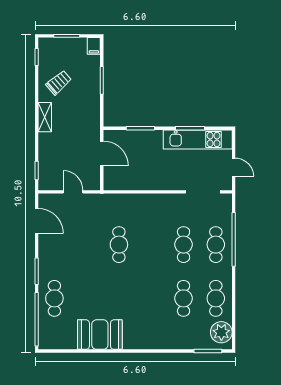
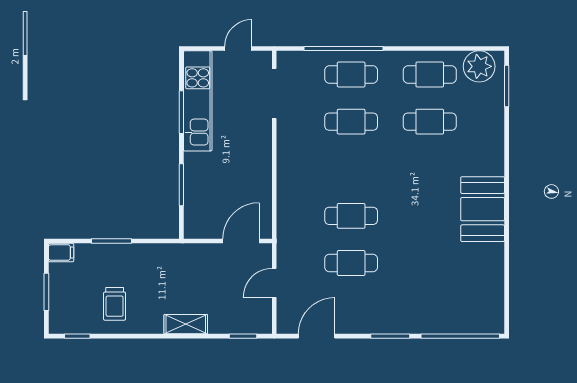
trolley: (59, 82) -> (115, 304), turned -139
shelving: (45, 117) -> (186, 324), moved
door: (102, 153) -> (241, 241), moved
cafe table: (54, 298) -> (351, 263), moved
booth: (100, 335) -> (483, 209), moved

